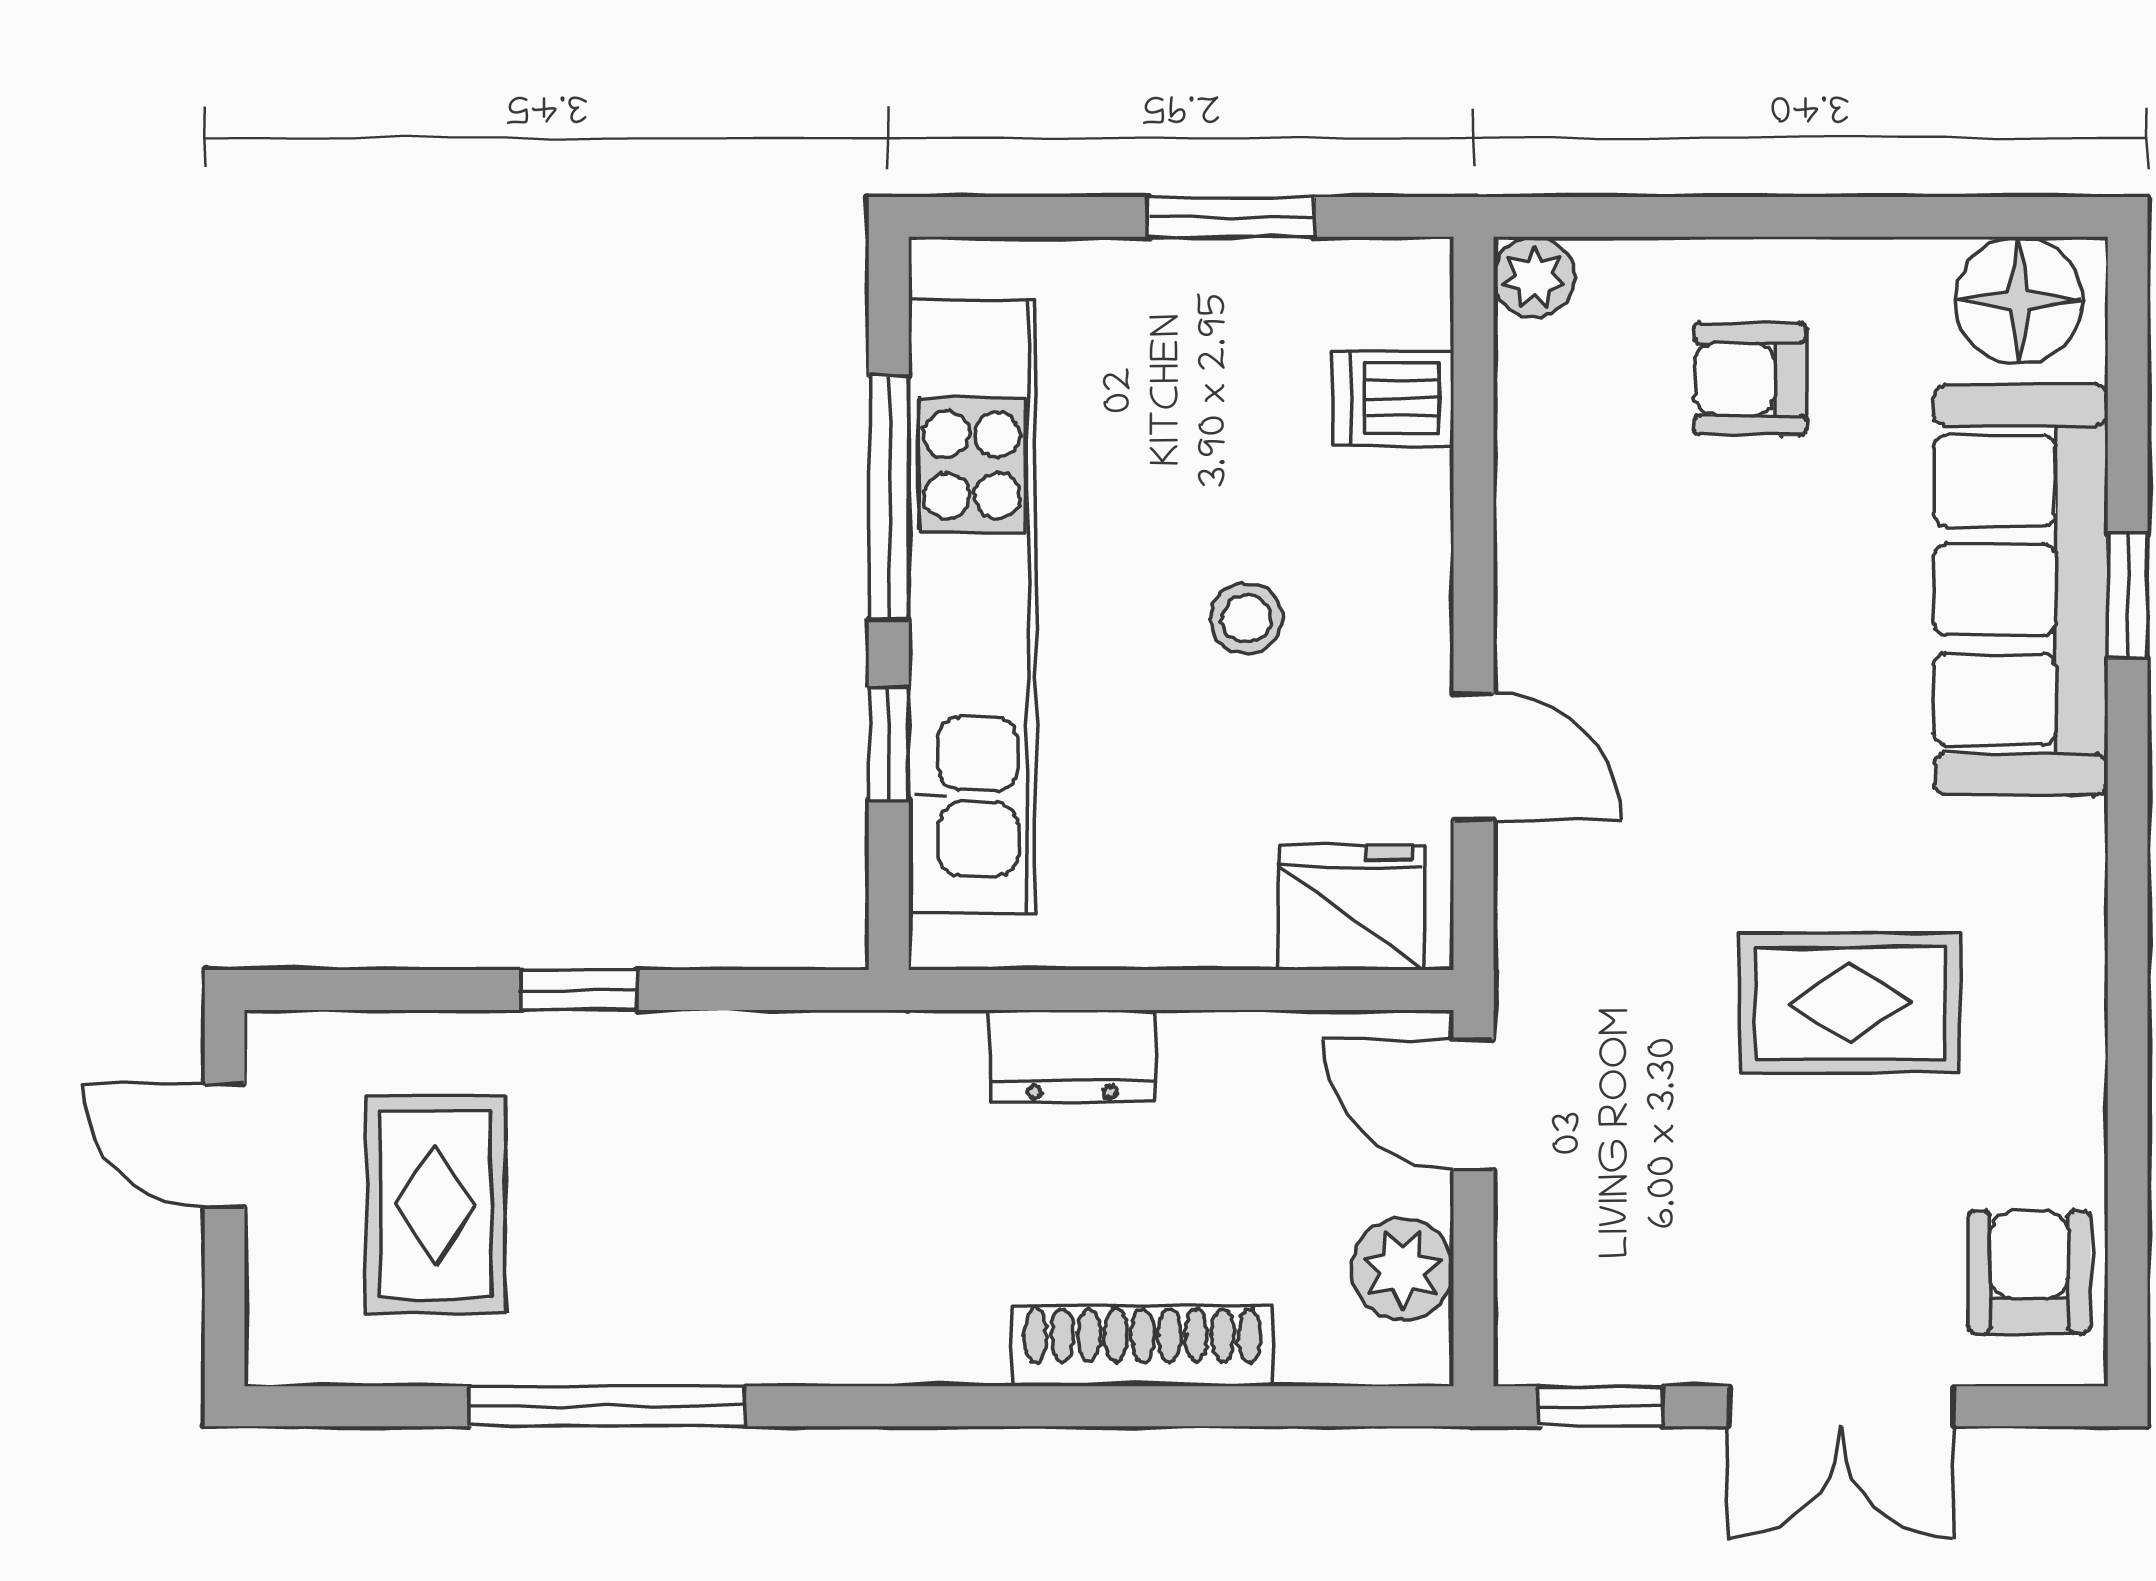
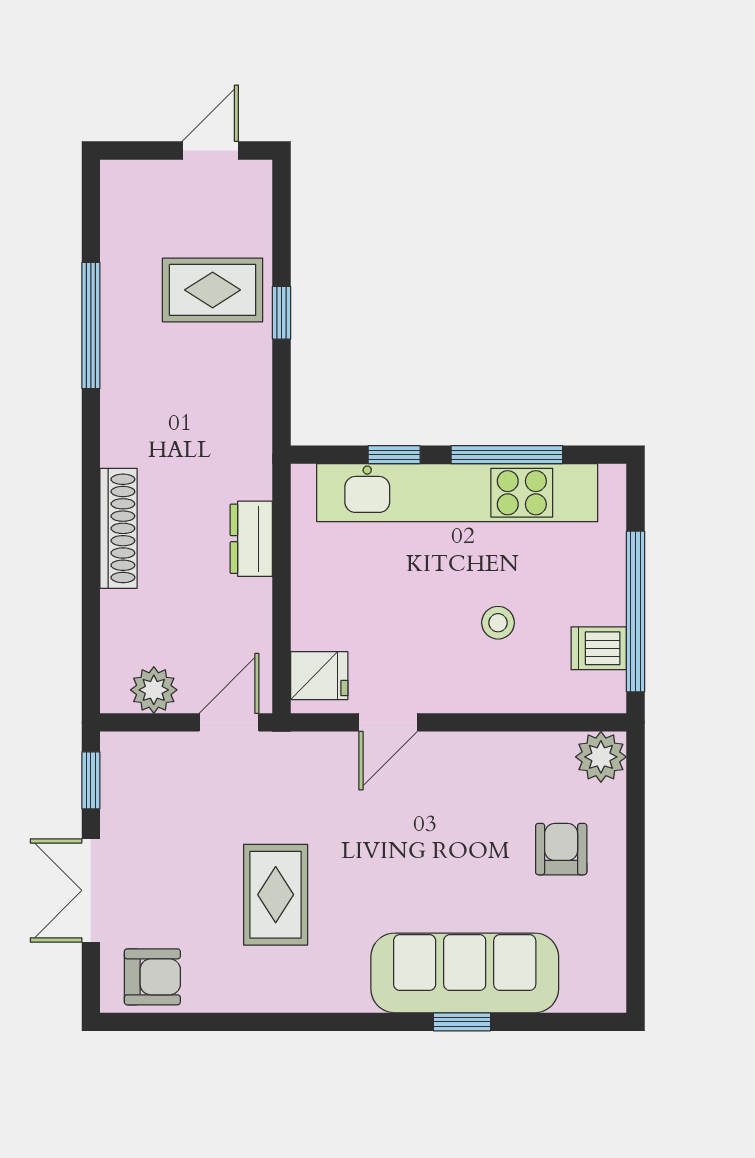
window: (1231, 217) -> (635, 611), width x2.11
plant: (1534, 277) -> (601, 757), width x1.38, depth x1.38
floor lamp: (2019, 300) -> (597, 972), removed
dishwasher: (1393, 398) -> (599, 648), moved, turned -90
stool: (1246, 618) -> (498, 623), moved
fridge: (1351, 908) -> (319, 676), width x0.72
rug: (436, 1205) -> (213, 290), moved
shoe rack: (1143, 1346) -> (119, 528), moved

